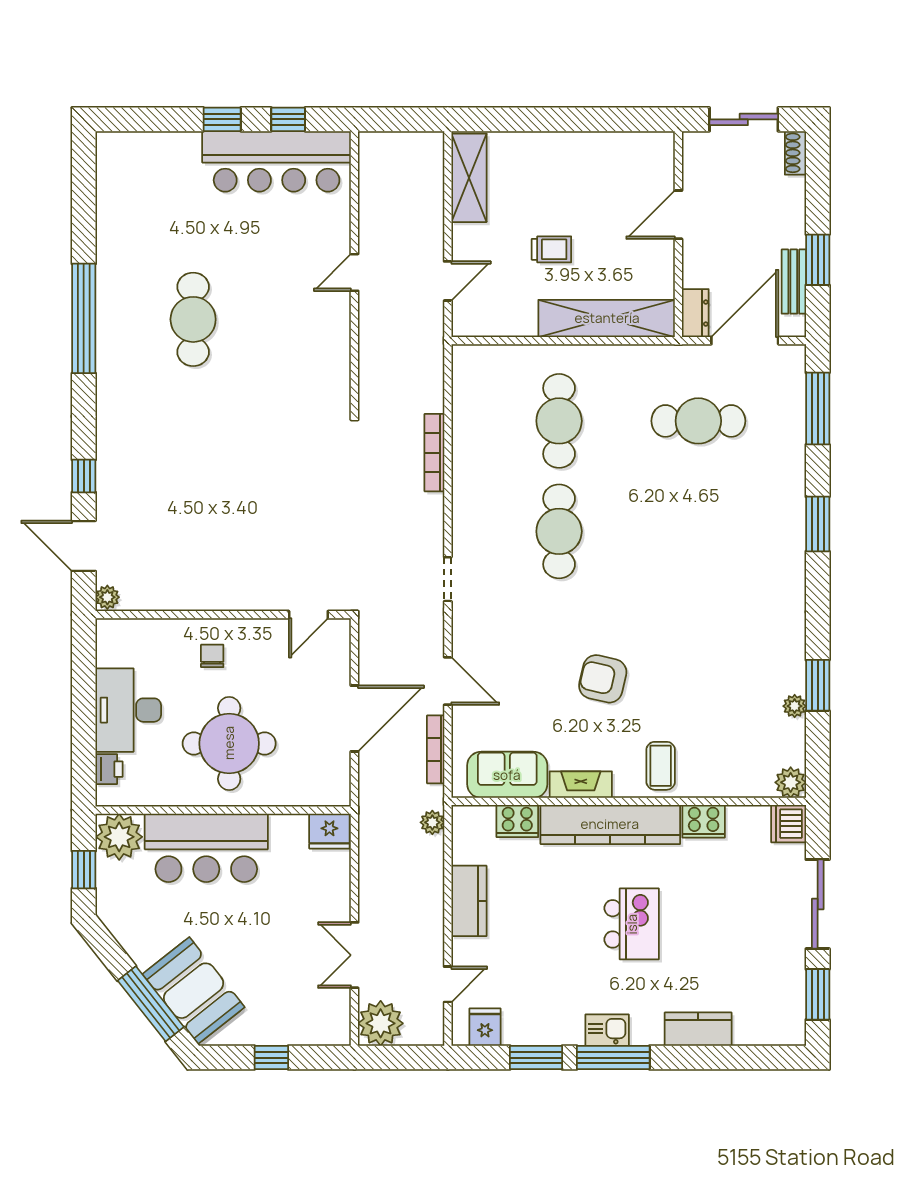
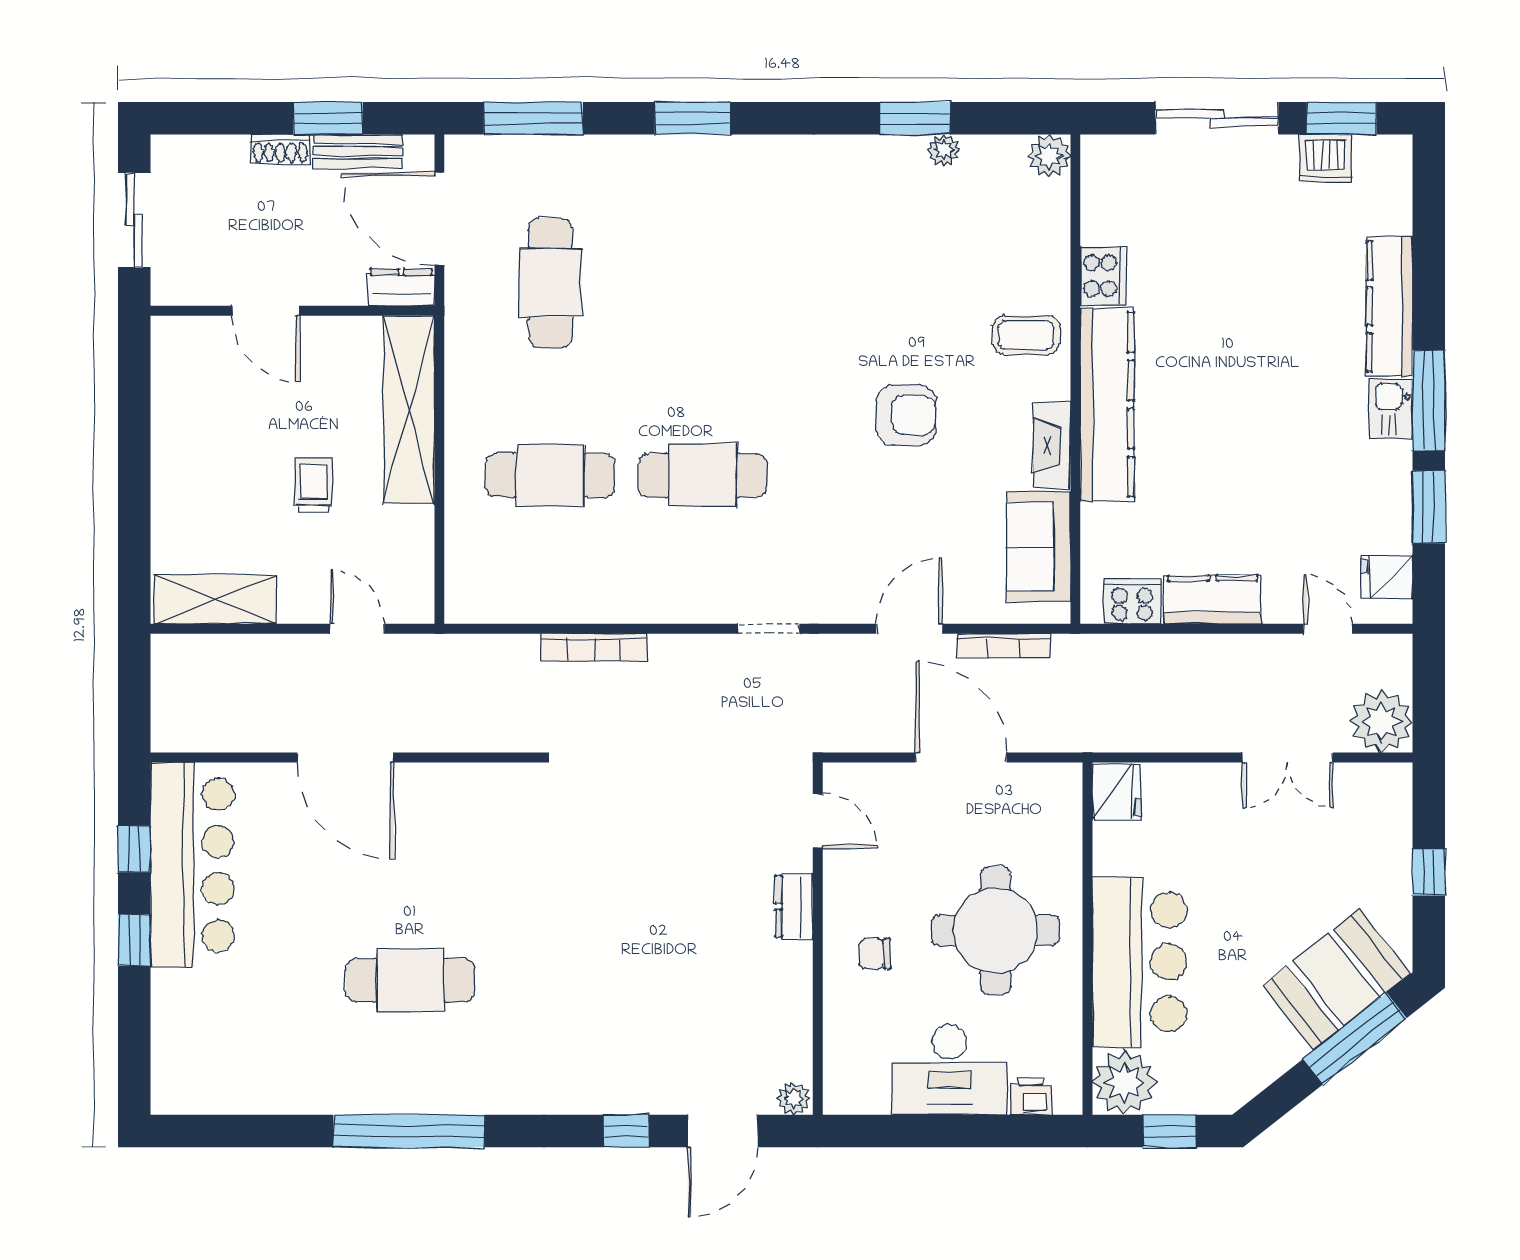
shoe rack: (795, 153) -> (280, 149), moved
door: (354, 272) -> (345, 758), width x1.87
dresser: (247, 598) -> (794, 906), added
armchair: (603, 679) -> (906, 415), turned -103
cooker: (517, 821) -> (1132, 602), moved, turned -90
plant: (432, 822) -> (1104, 650), removed
dishwasher: (789, 824) -> (1325, 159), moved
kitchen island: (632, 924) -> (1244, 375), removed
kitchen counter: (698, 1029) -> (1390, 306), width x1.50

